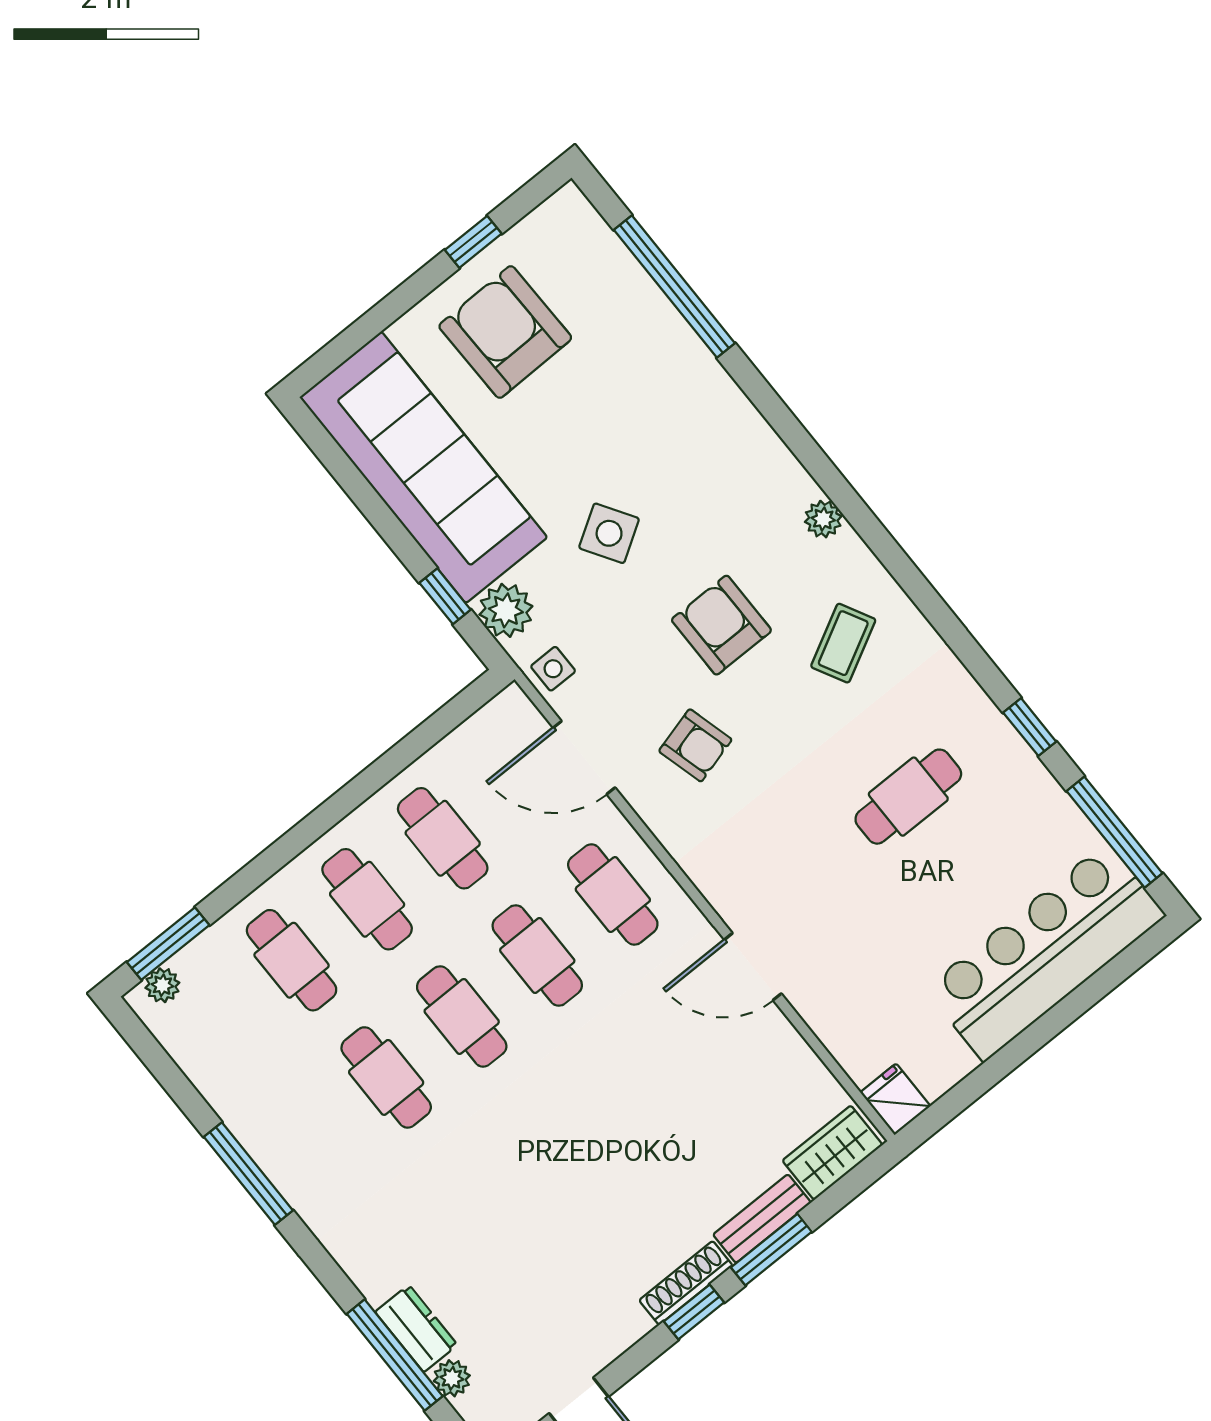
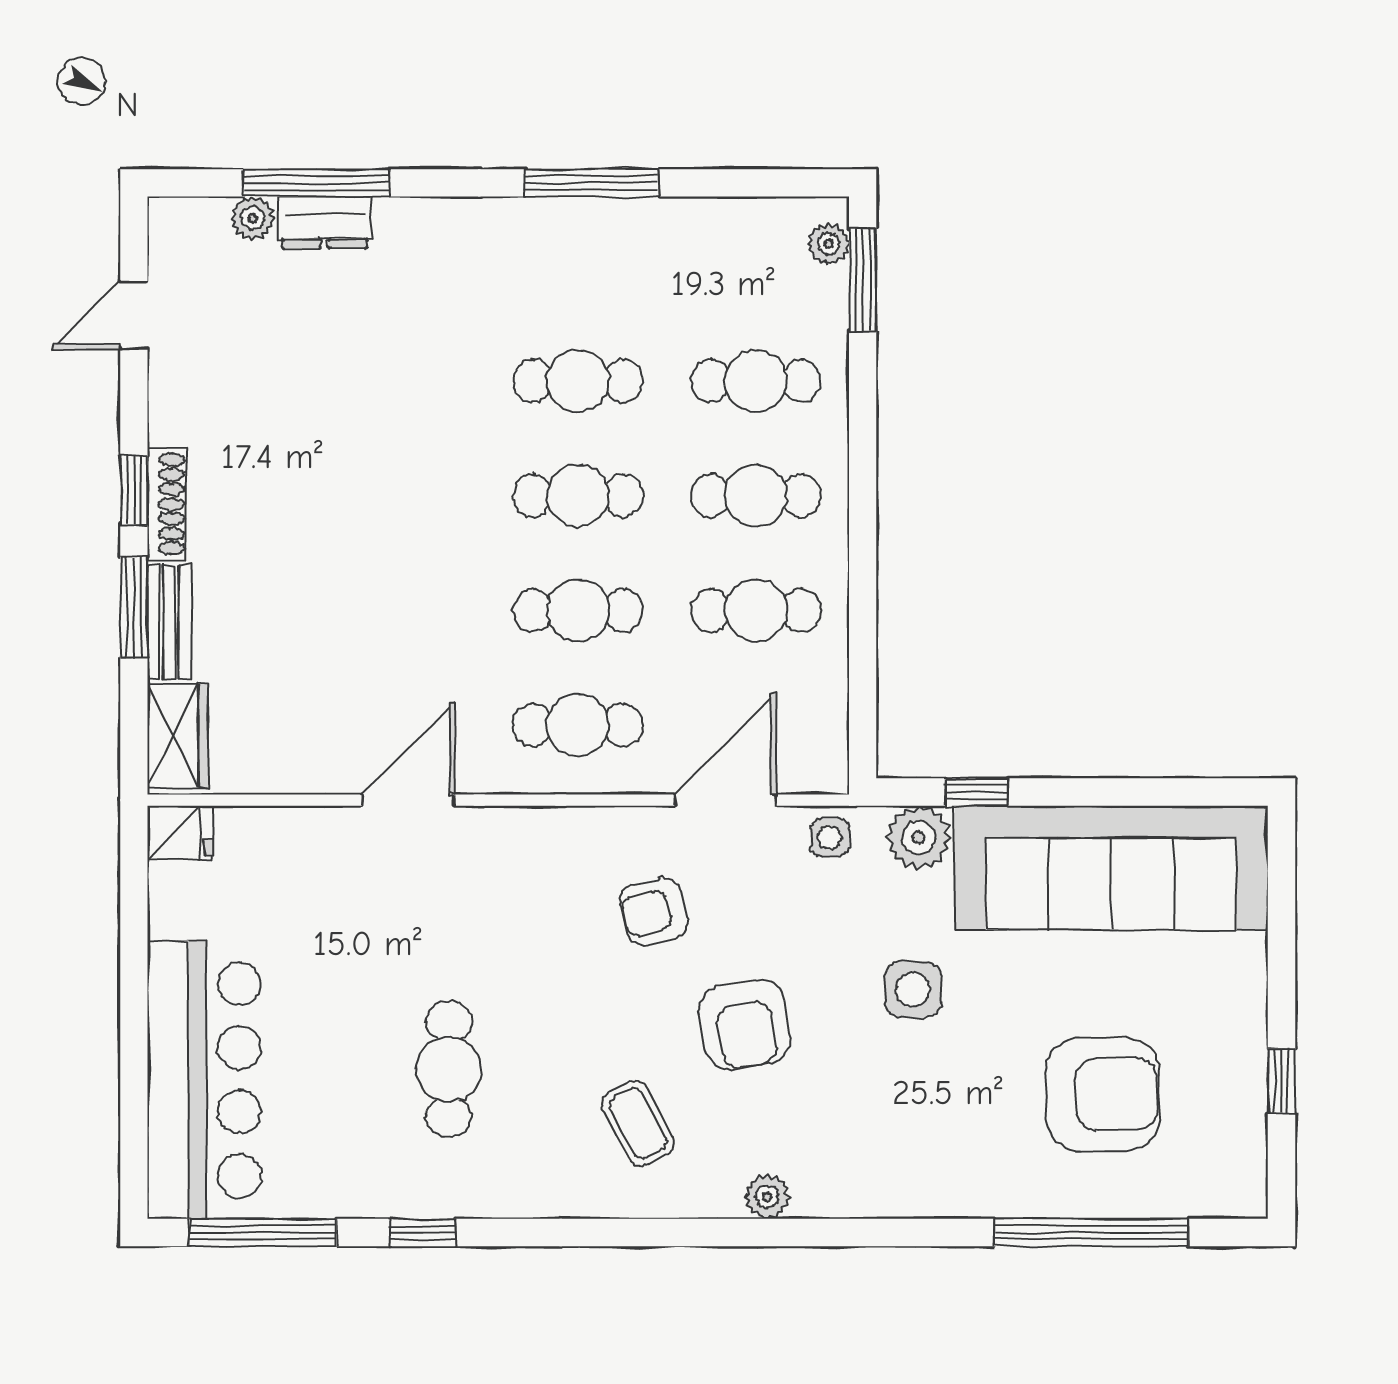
armchair: (505, 332) -> (1103, 1094), moved
side table: (609, 533) -> (913, 989), turned 32
armchair: (721, 625) -> (745, 1025), turned 80

